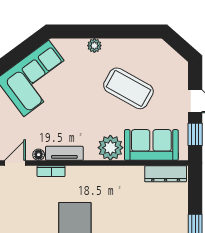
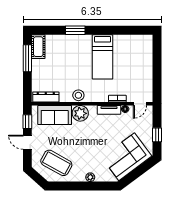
coffee table: (128, 88) -> (56, 163), moved
stool: (113, 177) -> (78, 95), added

